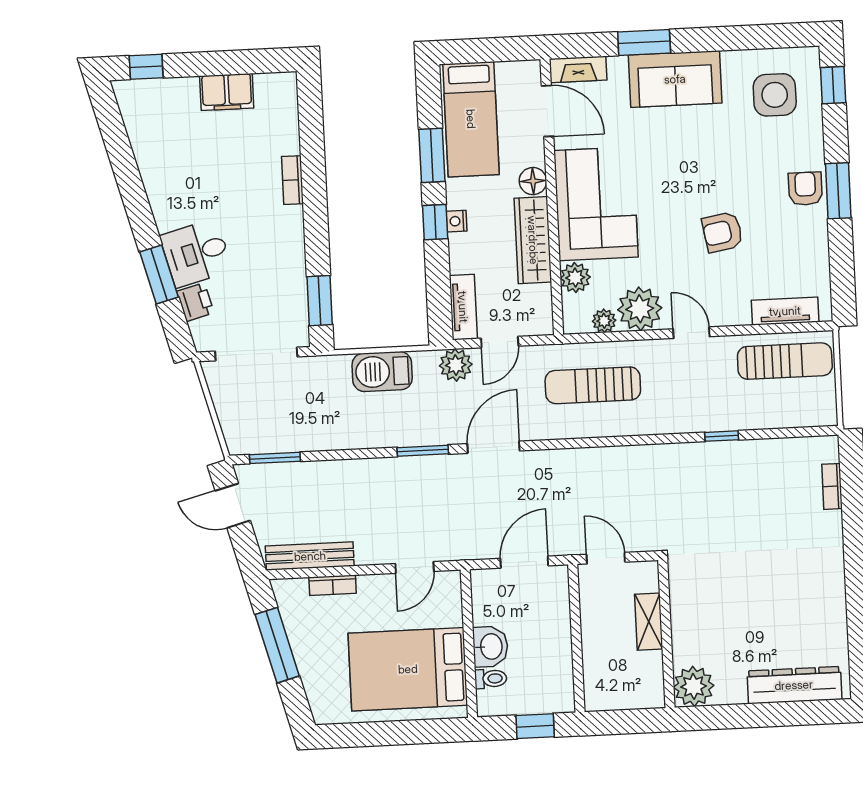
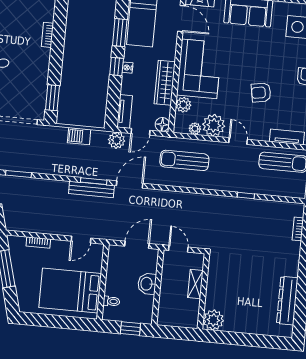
floor lamp: (533, 181) -> (162, 124), moved
barbecue: (382, 372) -> (79, 136), width x0.73, depth x0.79
bench: (310, 556) -> (91, 189), moved
washbasin: (490, 647) -> (147, 284), moved, turned 180
dresser: (794, 685) -> (287, 301), moved, turned -90

